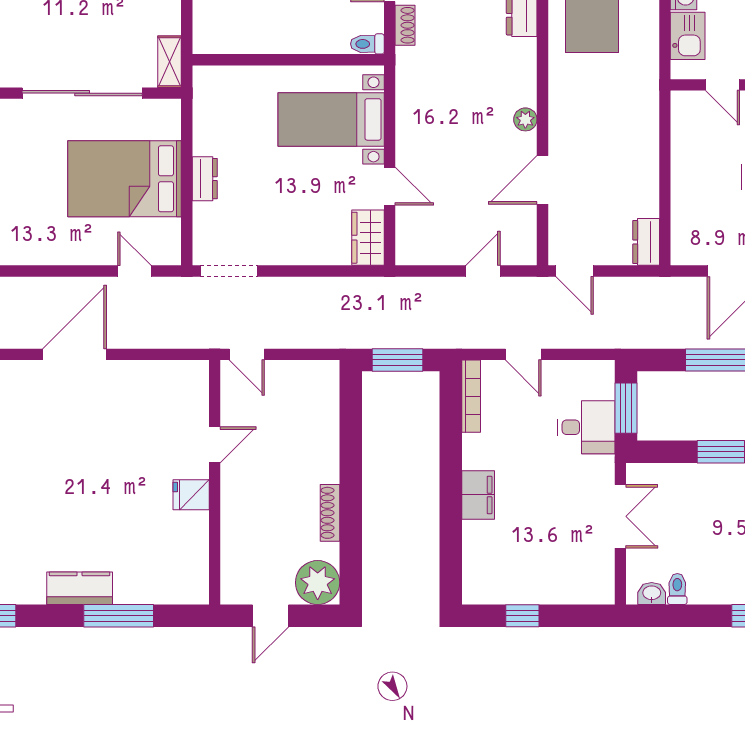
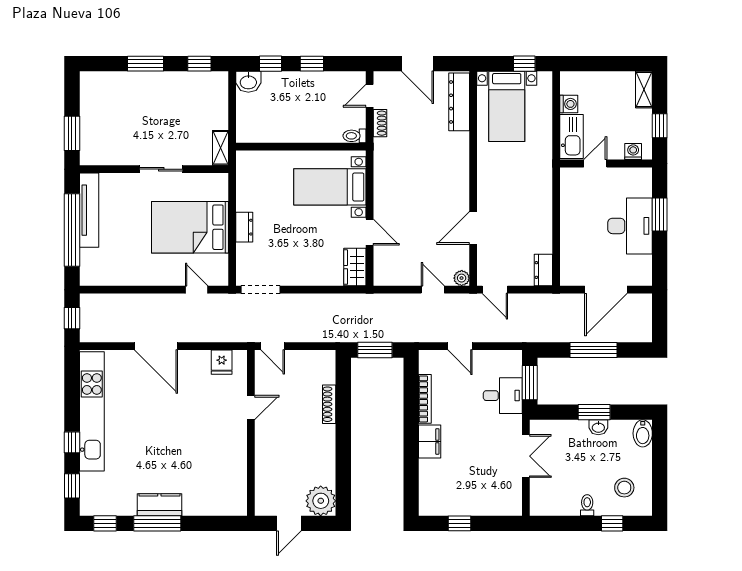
kitchen sink: (688, 36) -> (572, 136), width x1.38
door: (723, 85) -> (595, 164), swing flipped
sliding door: (82, 93) -> (161, 169), width x0.54
plant: (525, 119) -> (462, 278), moved
door: (483, 271) -> (433, 290), hinge flipped
door: (74, 354) -> (156, 346), swing flipped
bookcase: (471, 396) -> (425, 399), moved
fridge: (191, 495) -> (222, 362), moved, turned -90
shoe rack: (330, 513) -> (329, 404), moved
toilet: (677, 589) -> (587, 505), moved
washbasin: (652, 593) -> (598, 427), moved, turned 180
window: (119, 616) -> (157, 523), moved

